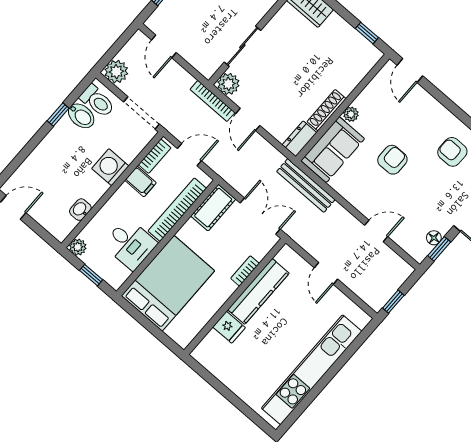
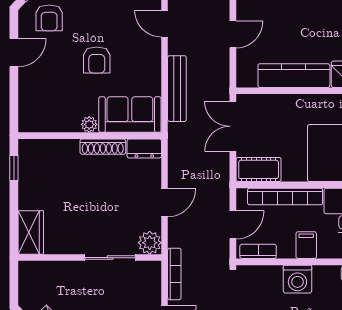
door: (410, 70) -> (14, 53), moved
bookcase: (212, 101) -> (174, 274), moved
door: (189, 155) -> (233, 225), swing flipped
armchair: (392, 160) -> (97, 60), turned -90
filing cabinet: (141, 182) -> (306, 245), moved
bench: (306, 185) -> (177, 89), moved
bookcase: (245, 271) -> (287, 100), removed

